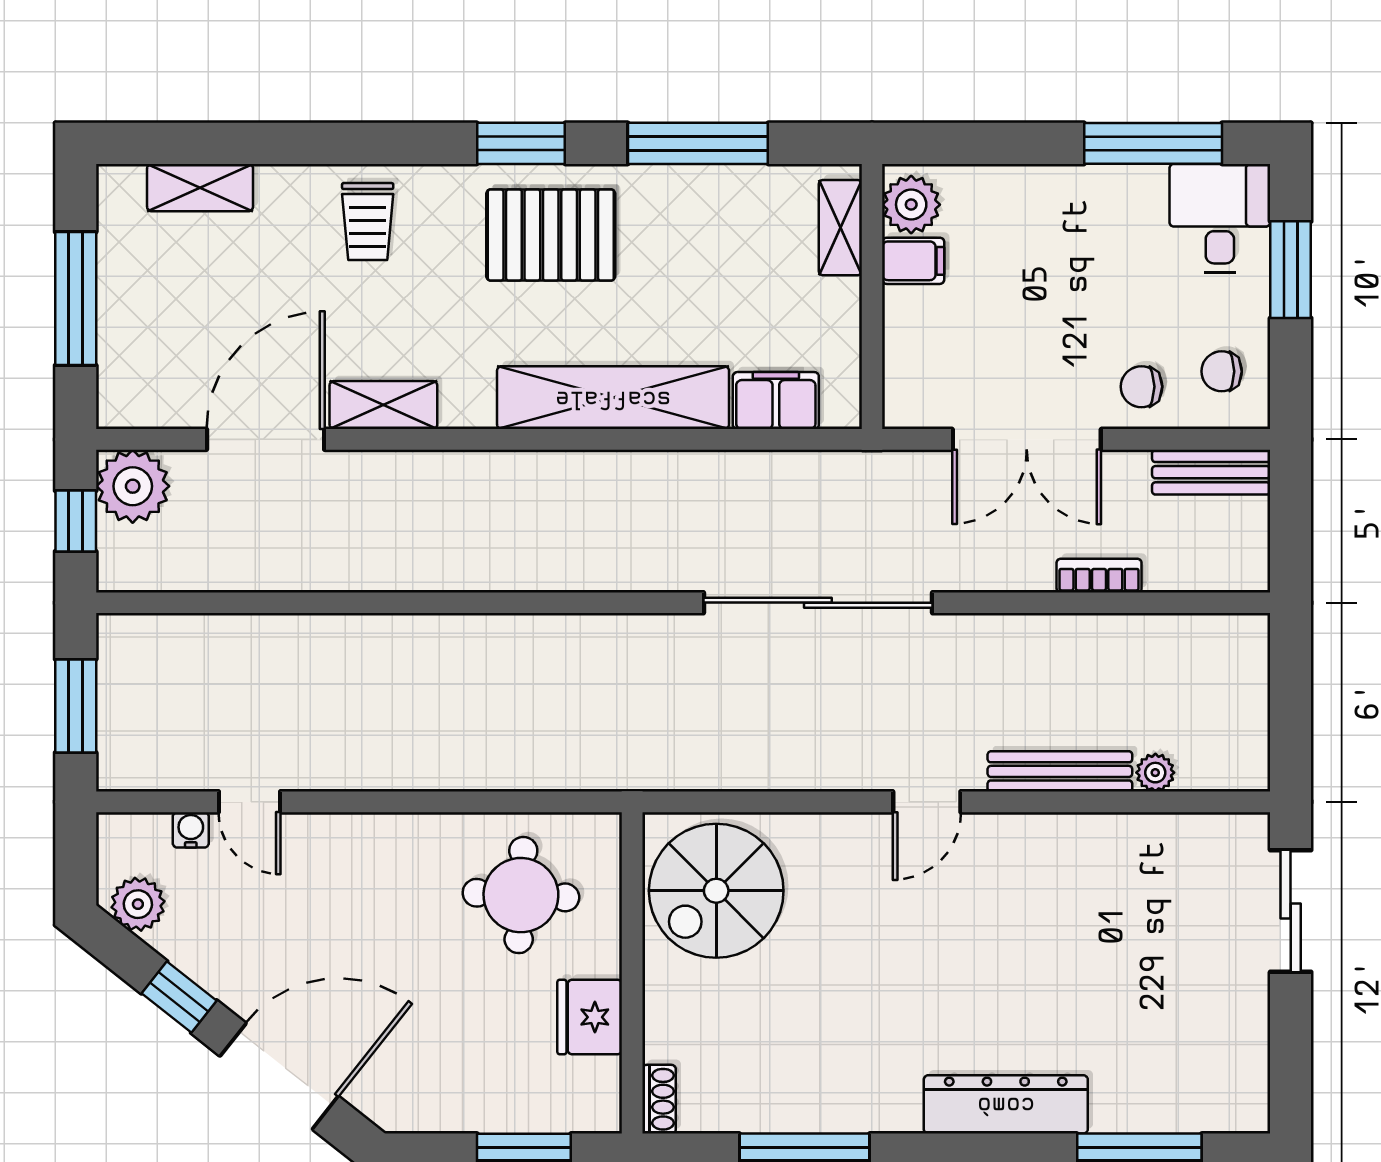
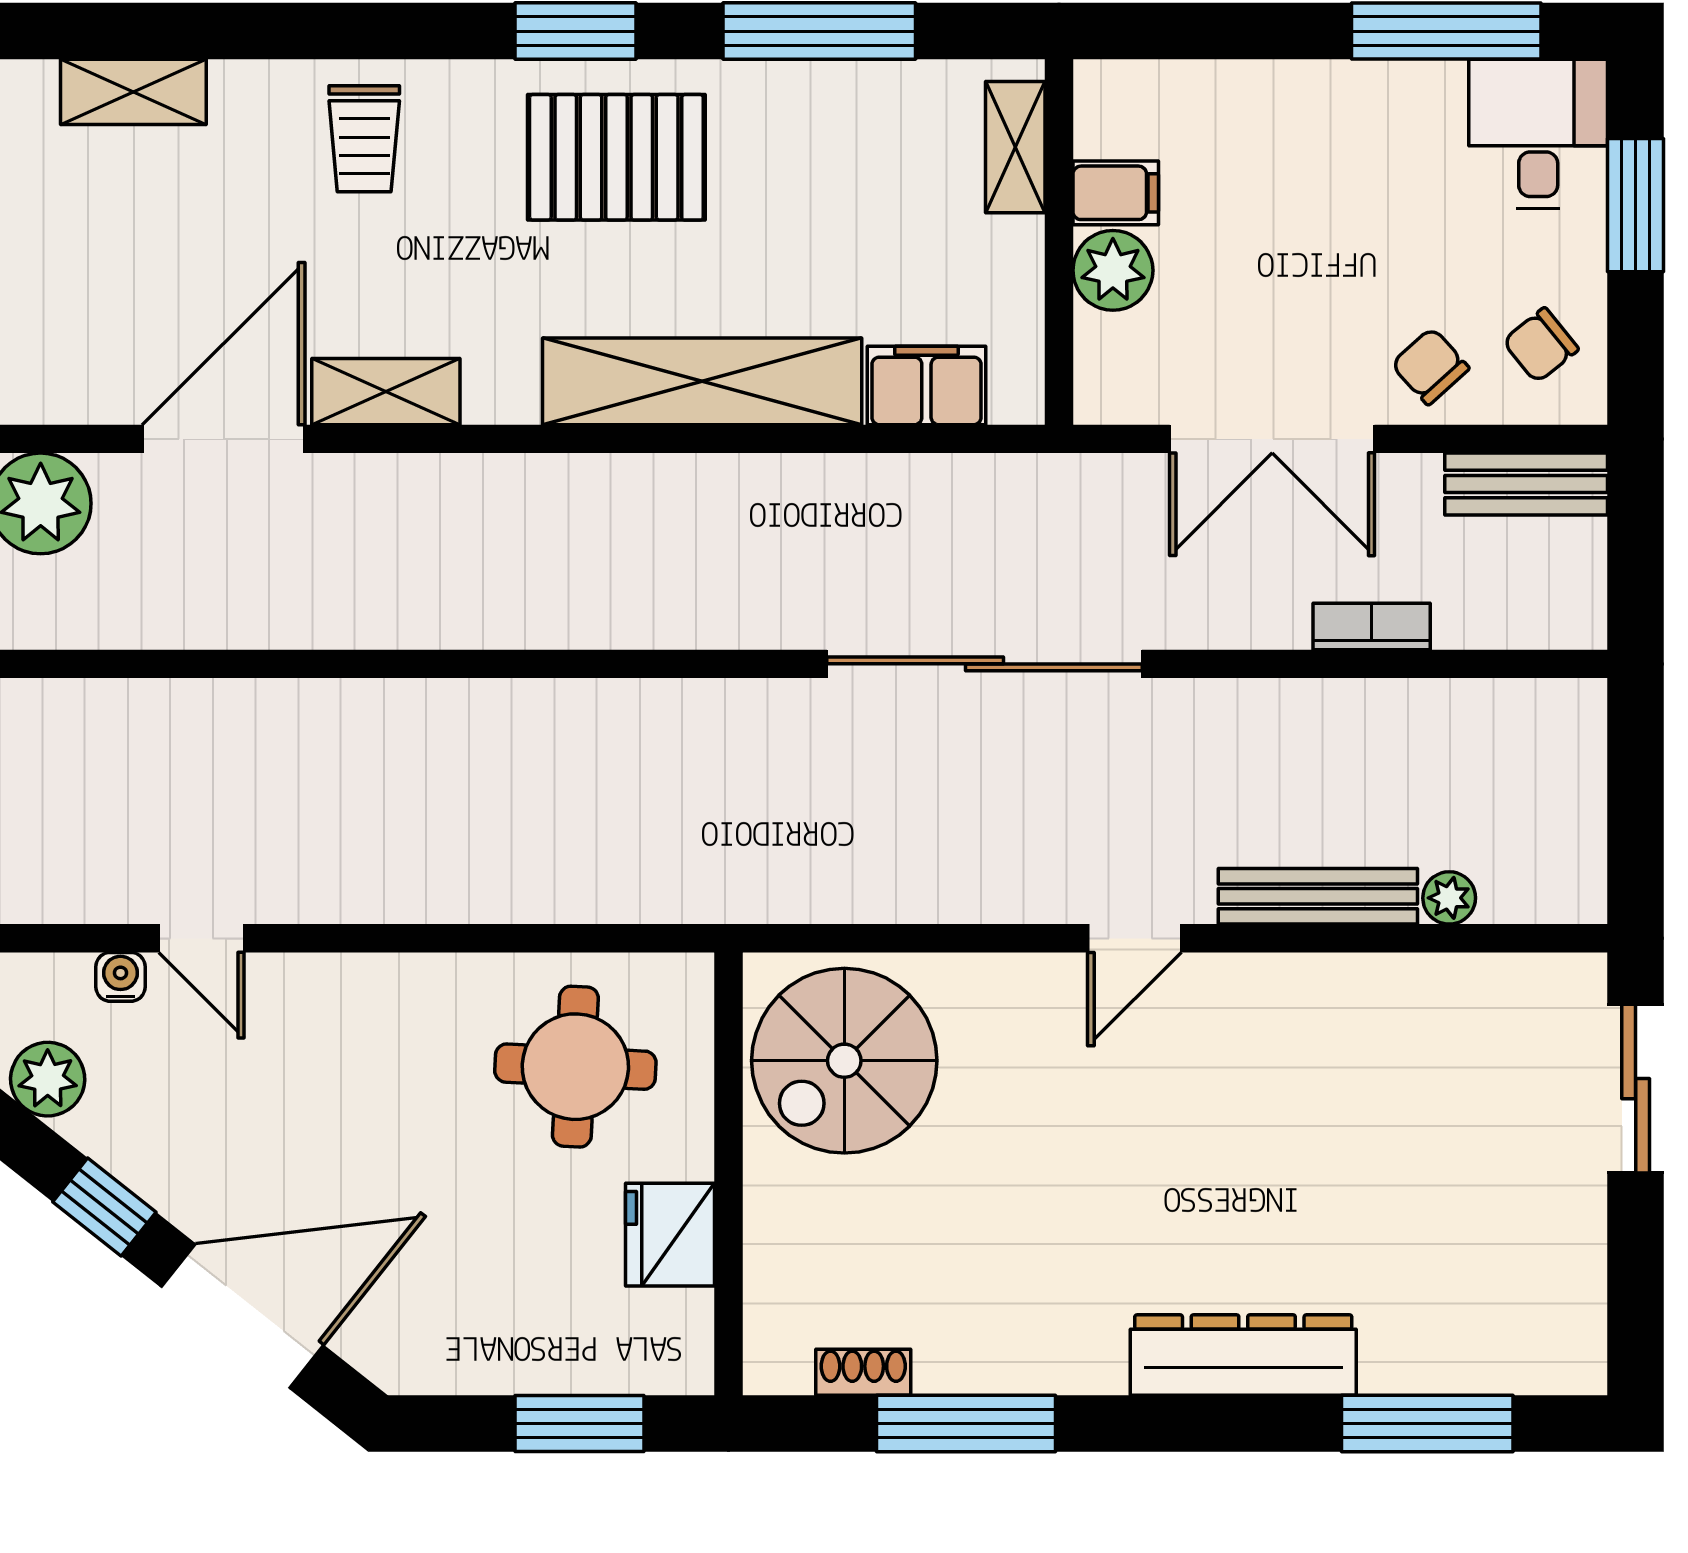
plant: (911, 205) -> (1113, 270), moved
chair: (1222, 371) -> (1541, 345), turned -39
chair: (1141, 387) -> (1430, 366), turned 48
shoe rack: (659, 1099) -> (863, 1372), moved, turned -90

